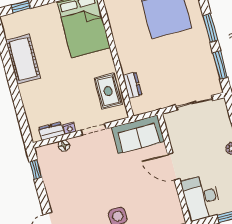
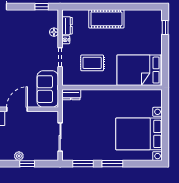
cot: (23, 59) -> (106, 19), moved
dresser: (132, 85) -> (71, 95), moved
rug: (108, 91) -> (92, 63), moved

